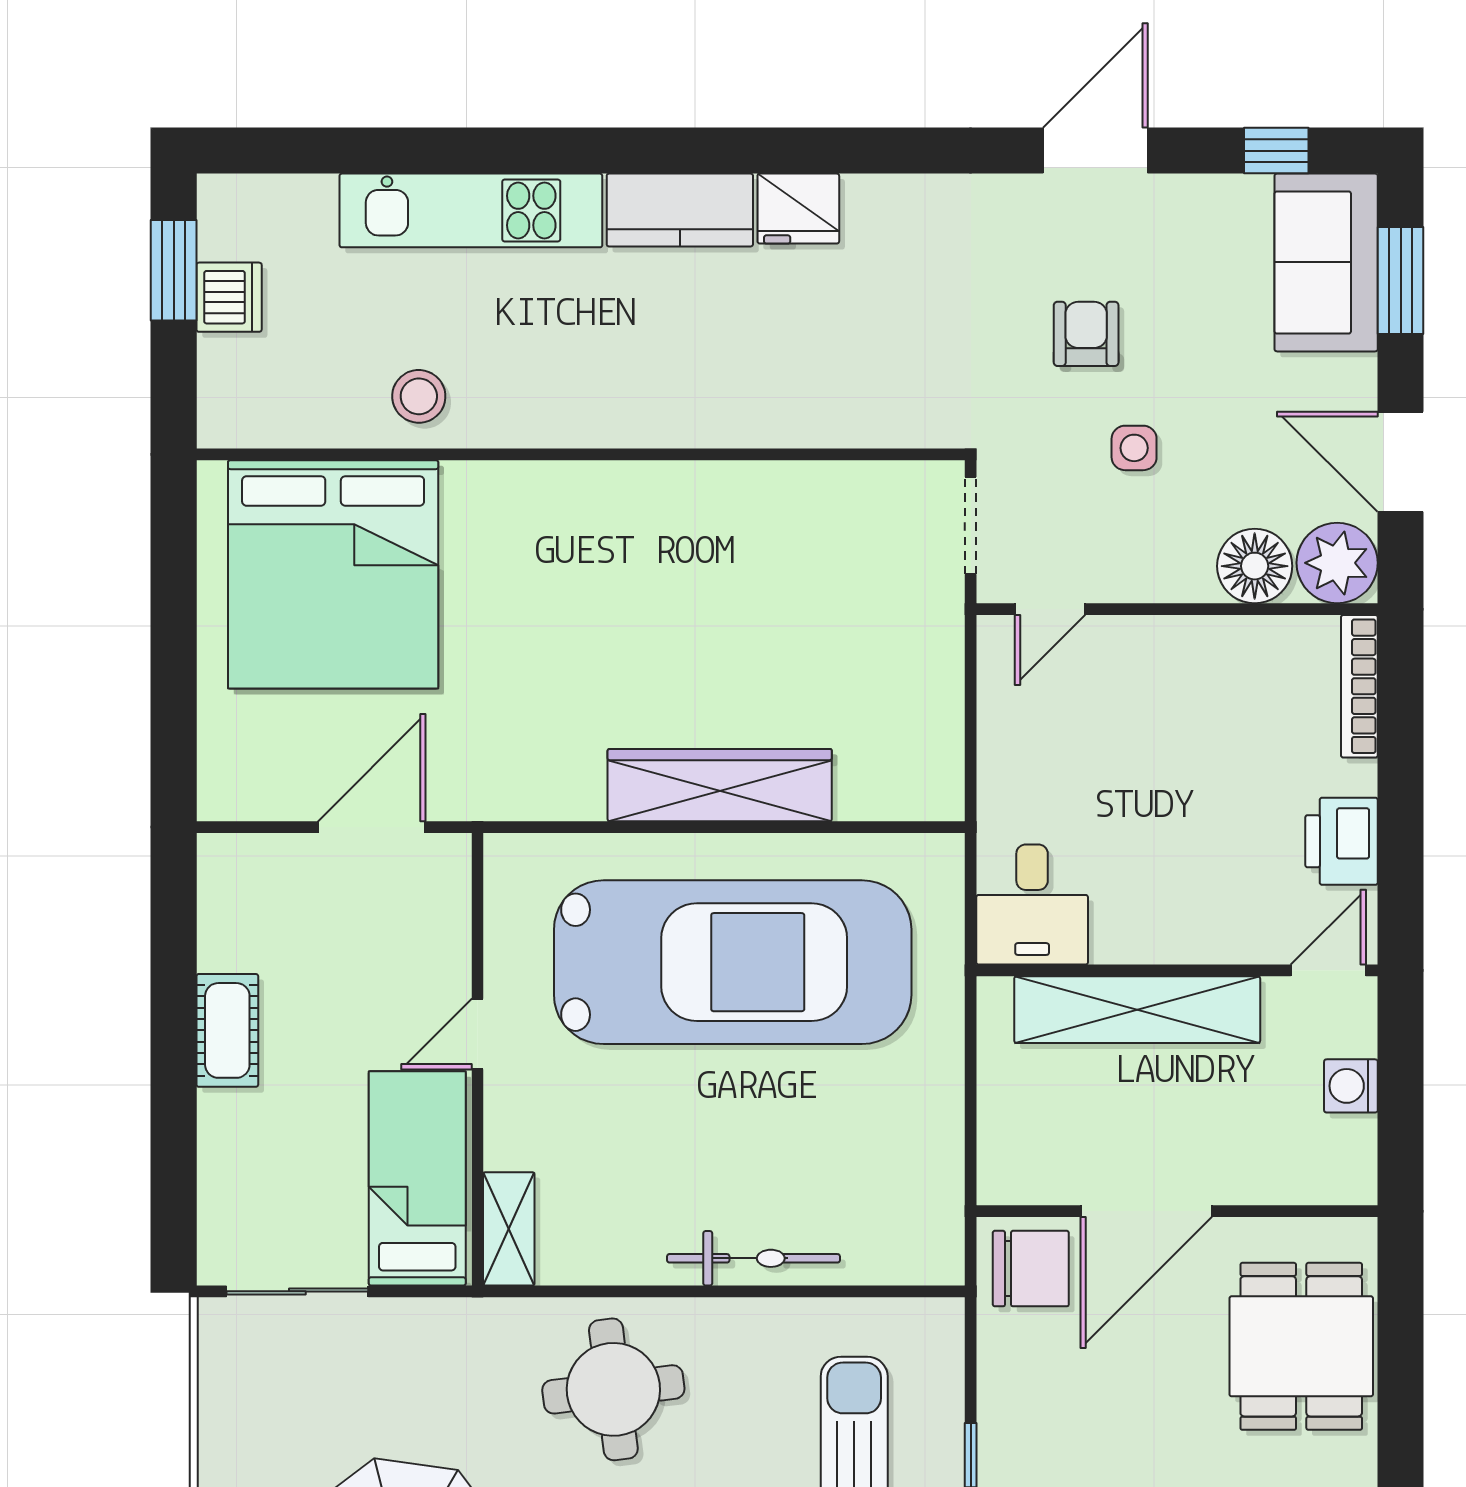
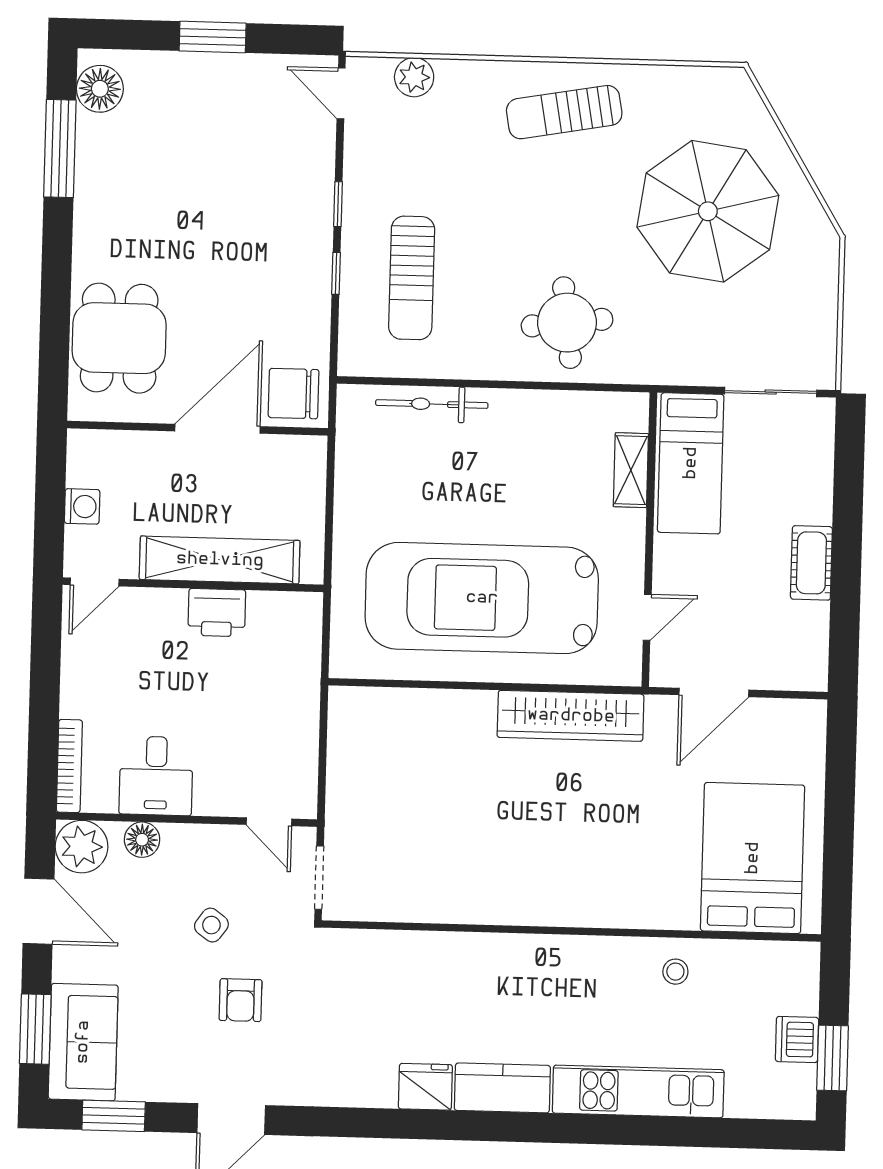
window: (1276, 151) -> (114, 1116), width x1.50
stool: (419, 396) -> (675, 972), width x0.73, depth x0.73
side table: (1134, 448) -> (211, 925), turned 36
floor lamp: (1255, 566) -> (142, 840), width x0.73, depth x0.73
bed: (333, 574) -> (753, 858), width x0.73
door: (1050, 609) -> (269, 822), swing flipped
wardrobe: (720, 785) -> (571, 716), moved
printer: (1342, 841) -> (217, 613), moved, turned 90
desk: (1032, 904) -> (156, 776), moved, turned 180
door: (478, 1034) -> (647, 617), moved
shelving: (509, 1229) -> (631, 470), moved
bicycle: (754, 1258) -> (432, 404), moved

